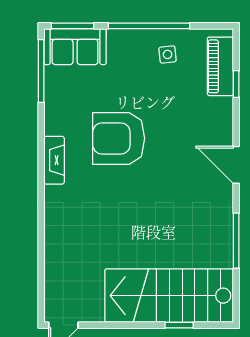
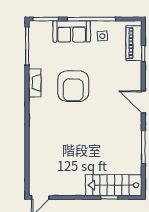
sofa: (75, 47) -> (72, 31), moved
armchair: (119, 138) -> (73, 86), turned -90
fireplace: (54, 160) -> (35, 83), moved
stairs: (169, 296) -> (114, 185), width x0.73, depth x0.66

